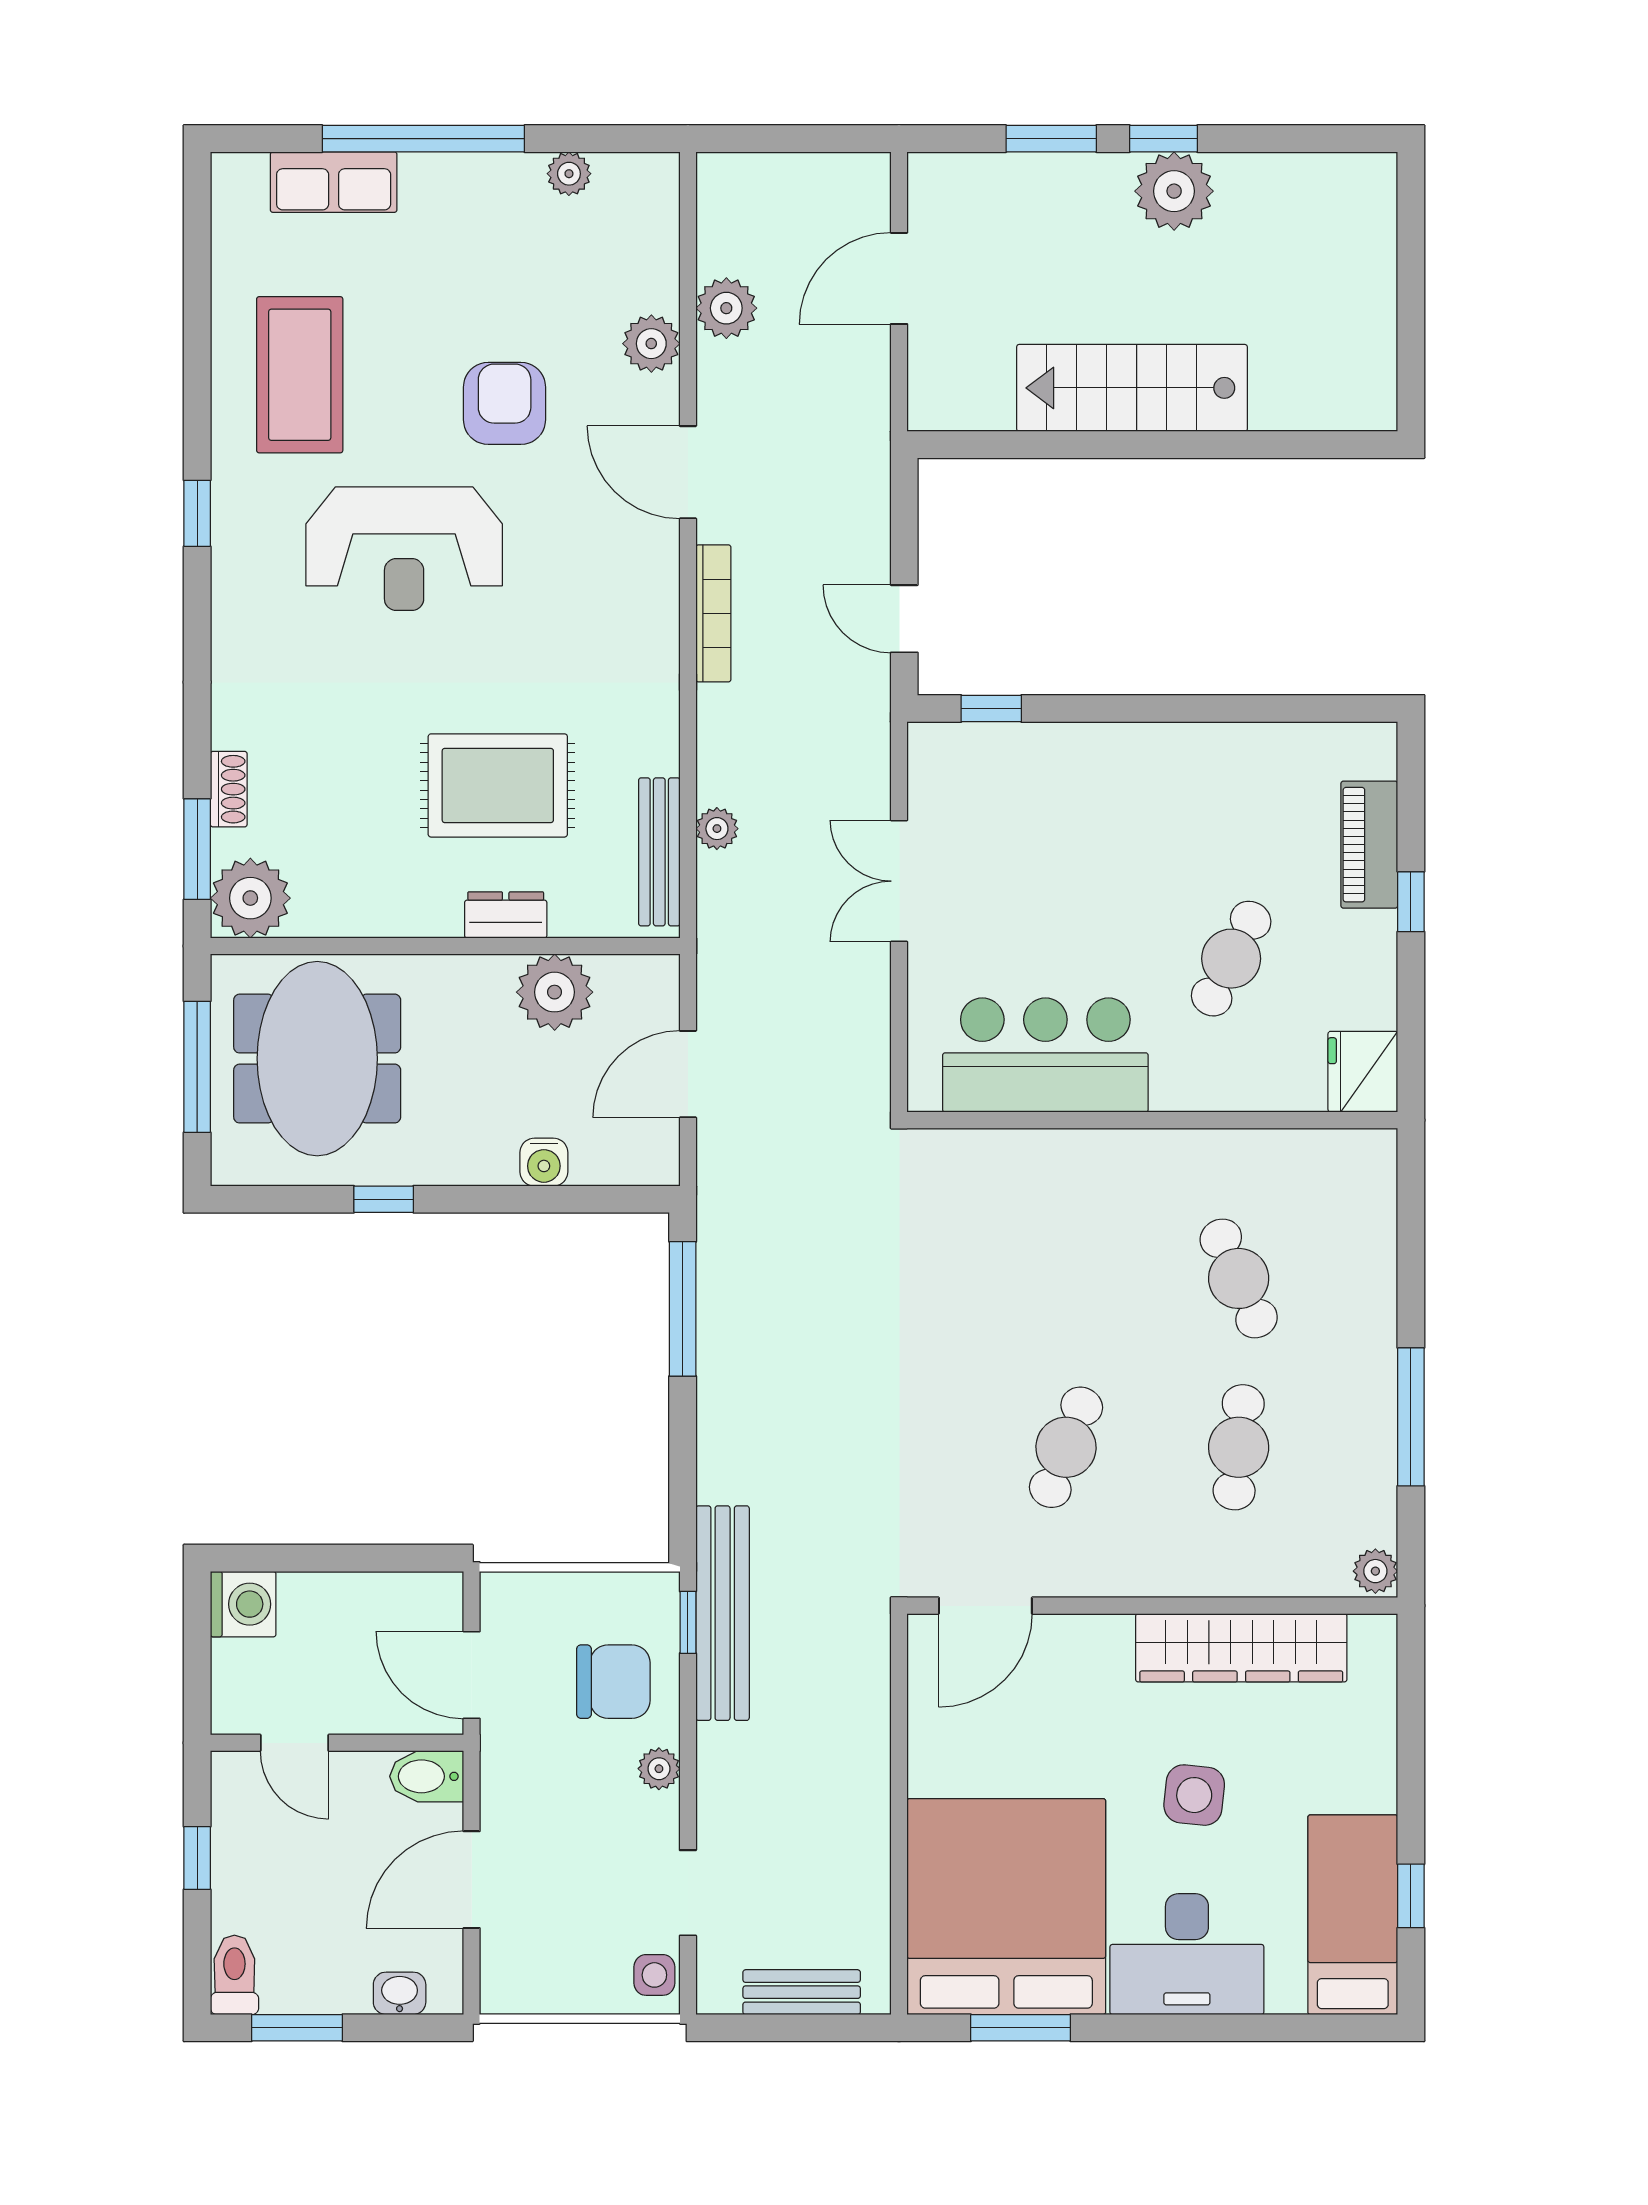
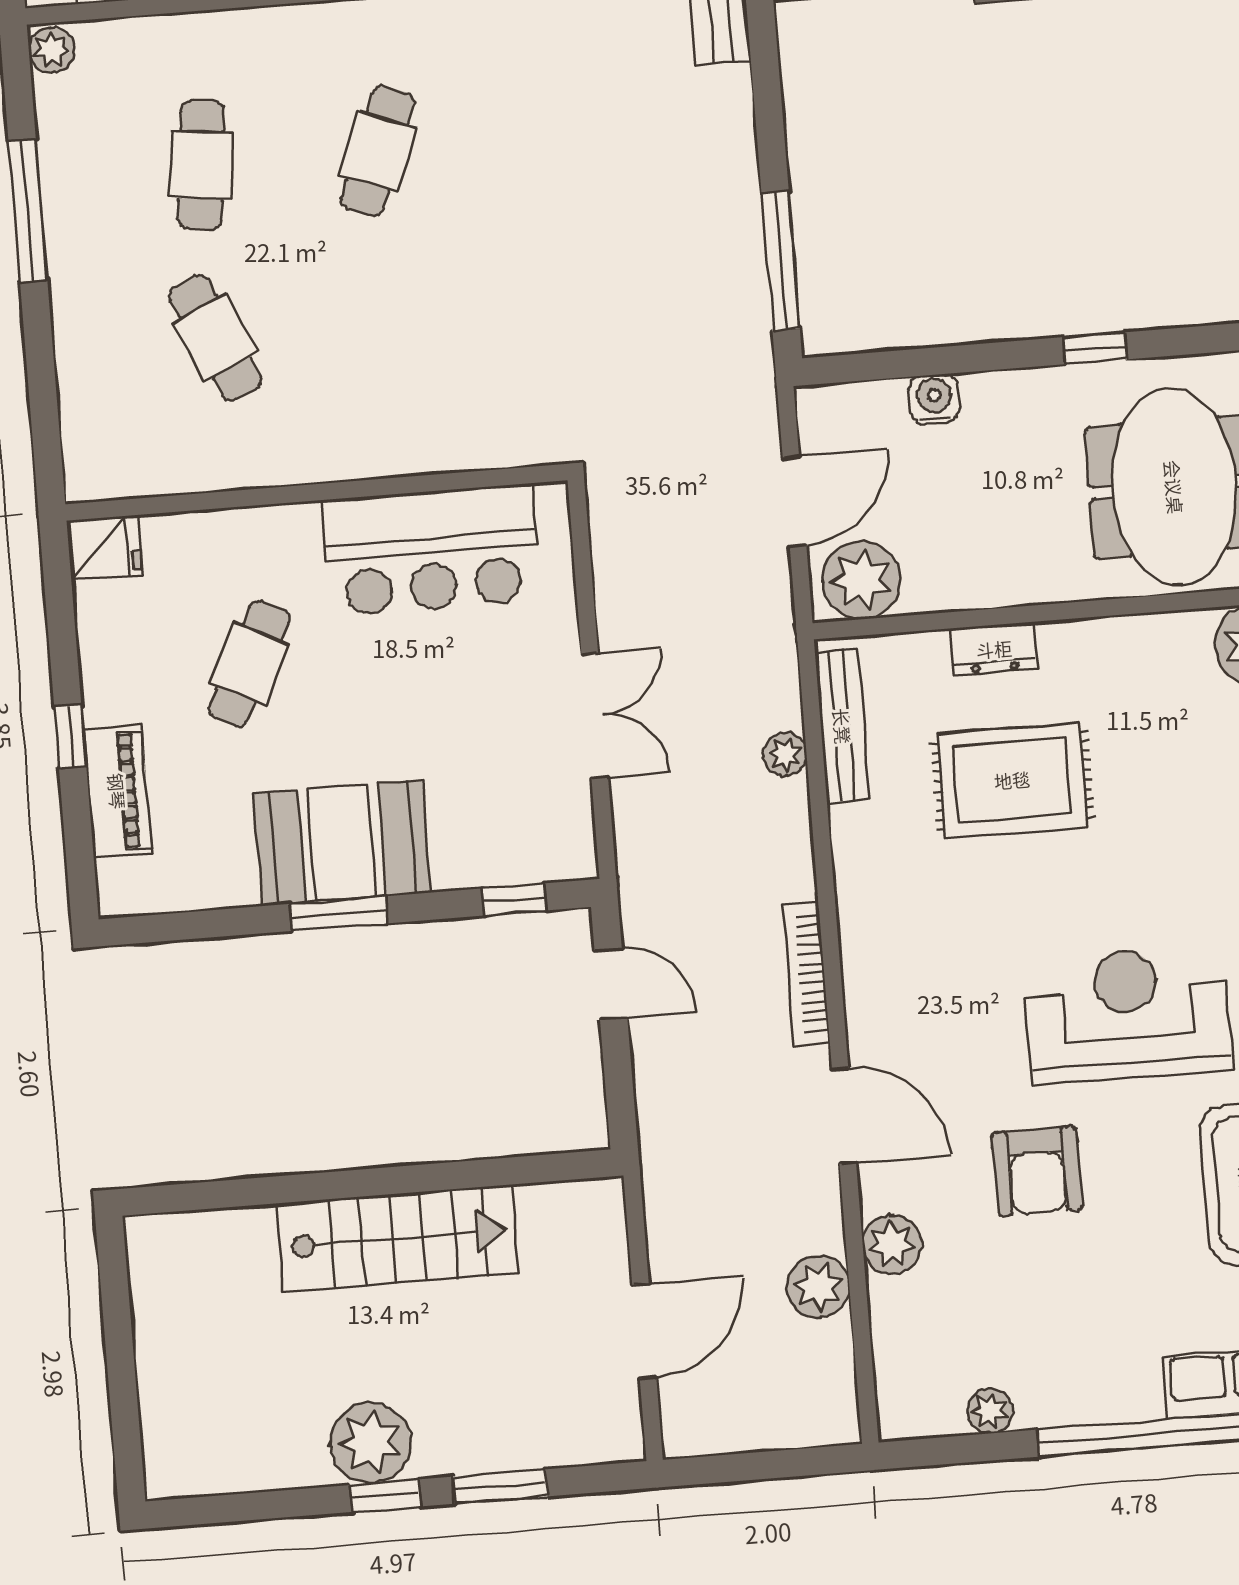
window: (1164, 709) -> (338, 914), added
booth: (1155, 777) -> (342, 843), added
plant: (555, 992) -> (862, 580), moved
fridge: (1363, 1072) -> (104, 548), width x0.72

